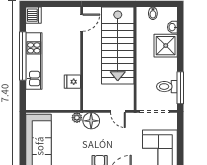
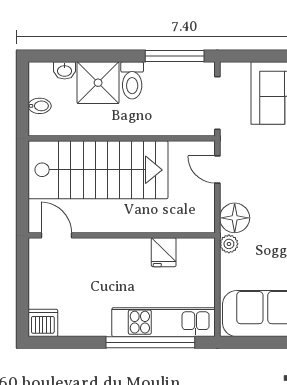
window: (23, 56) -> (150, 342), moved
kitchen unit: (34, 61) -> (164, 322), moved
toilet: (167, 87) -> (132, 80), moved
door: (118, 111) -> (217, 170), swing flipped

